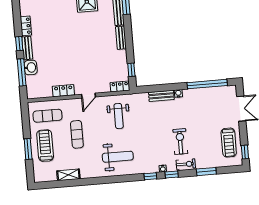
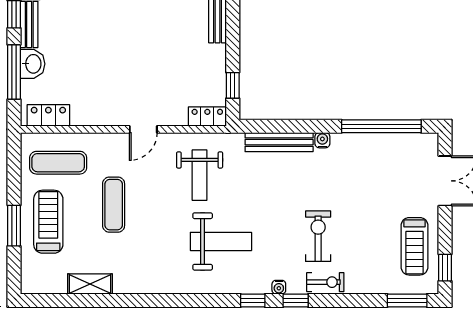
locker: (63, 91) -> (48, 115), moved
bench: (161, 96) -> (279, 142), width x1.36
weight bench: (118, 157) -> (221, 241), moved
window: (206, 172) -> (407, 300), moved

